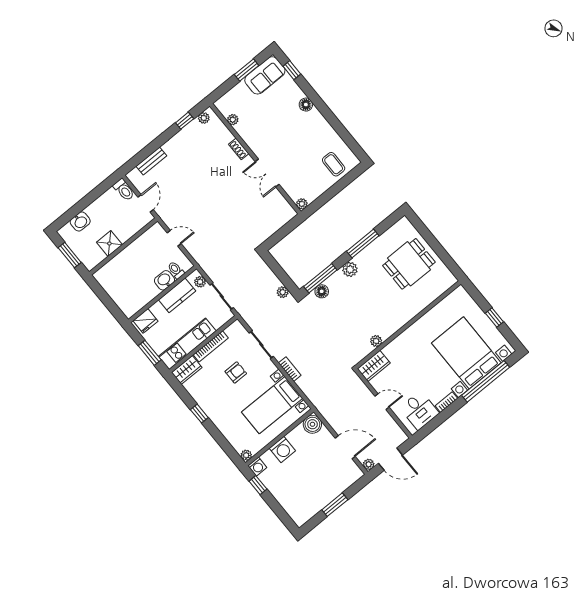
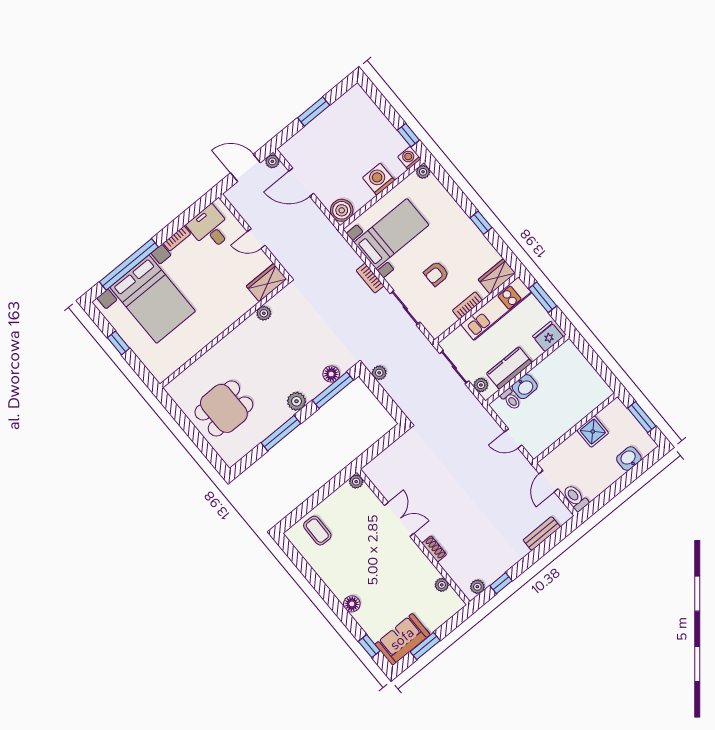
bookcase: (211, 346) -> (467, 305), width x0.64

